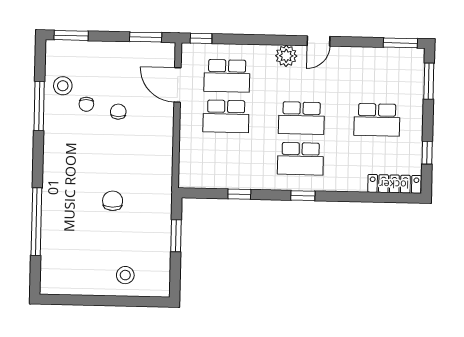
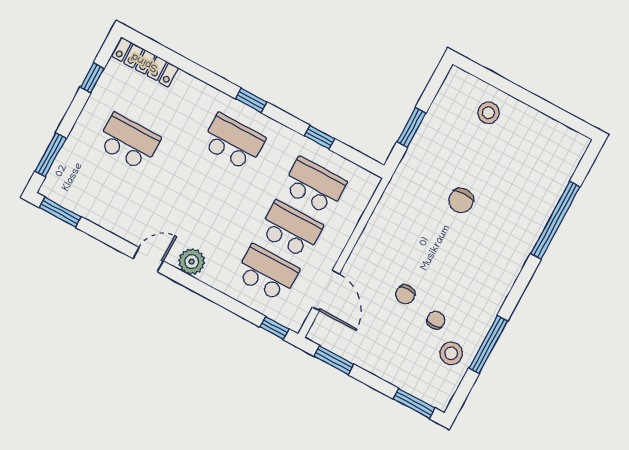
school desk: (301, 118) -> (314, 186), moved

